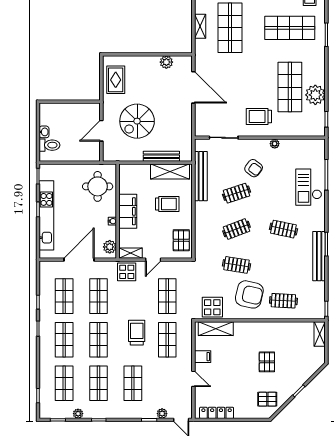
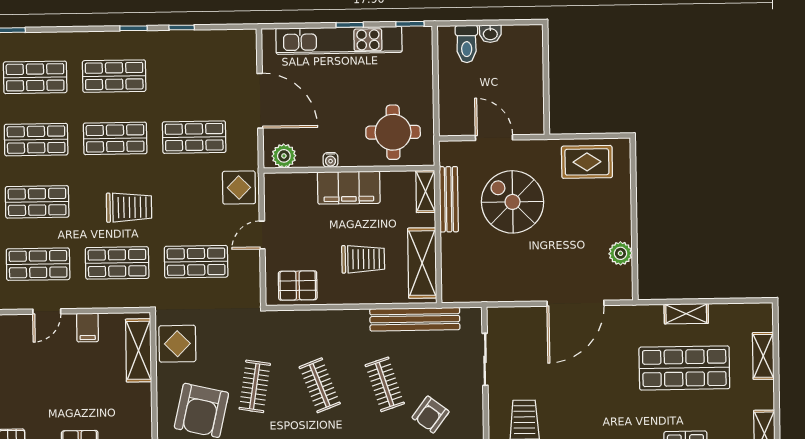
bench: (161, 156) -> (449, 199), moved
trolley: (167, 204) -> (363, 259), turned -90
shelving: (130, 253) -> (426, 191), moved
door: (153, 260) -> (262, 235), hinge flipped
shop shelf: (64, 296) -> (38, 264), moved

